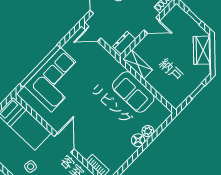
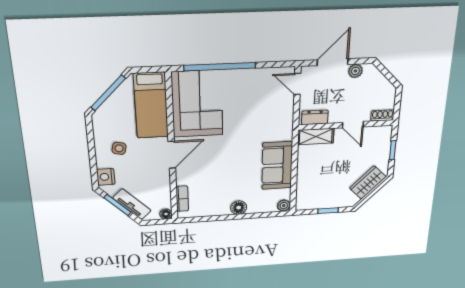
shelving: (138, 64) -> (316, 136), moved, turned 90
corner sofa: (56, 80) -> (197, 104), moved, turned -90
plant: (148, 131) -> (284, 205), moved

